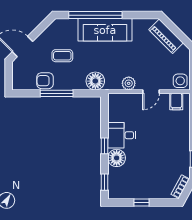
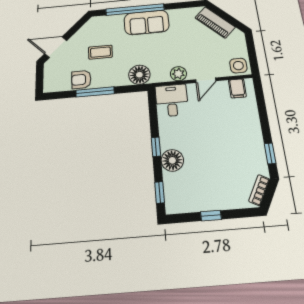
sofa: (105, 30) -> (147, 22), width x0.73
desk: (122, 135) -> (172, 100), moved, turned 90

